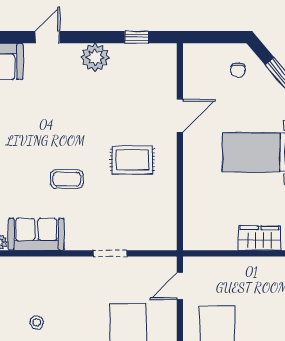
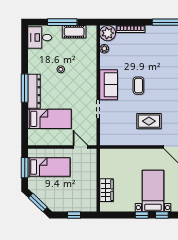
rug: (132, 160) -> (149, 121), turned 90
sofa: (36, 234) -> (109, 85), moved

